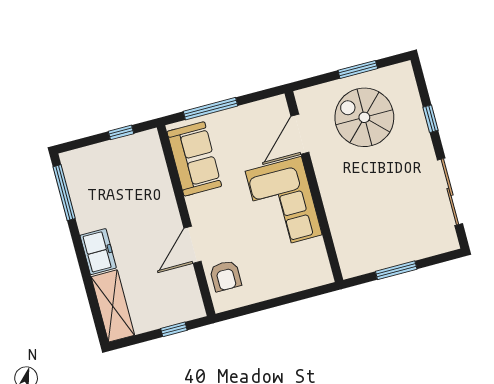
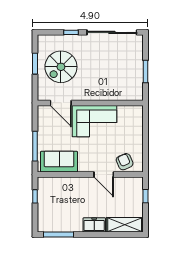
sliding door: (450, 192) -> (112, 32), width x1.36
armchair: (225, 276) -> (125, 162), turned -114

